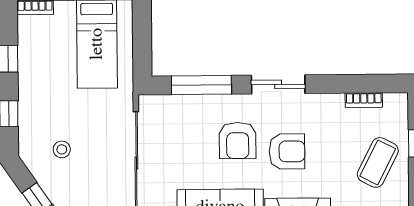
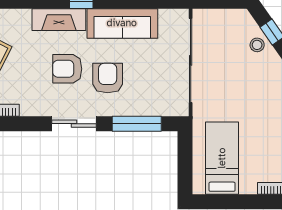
stool: (62, 149) -> (257, 45), moved

